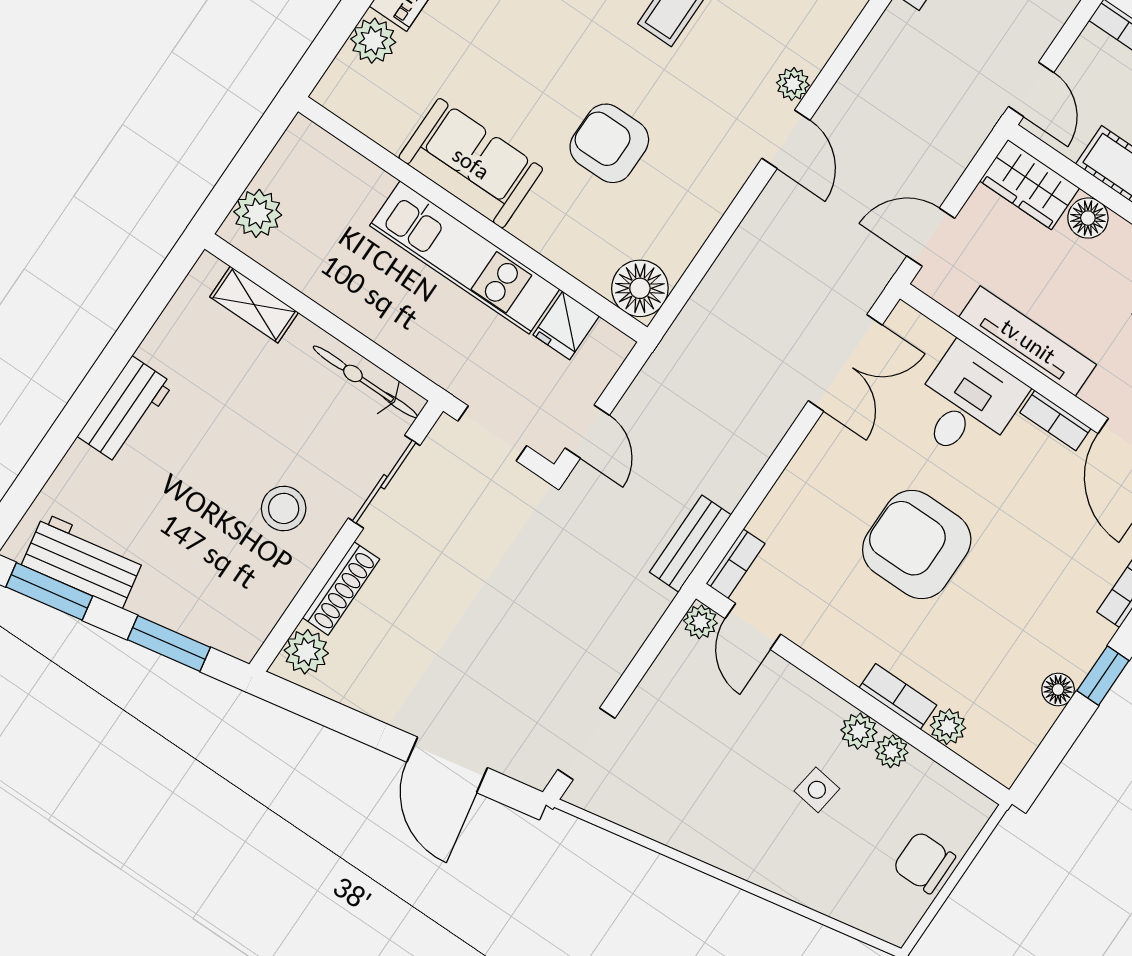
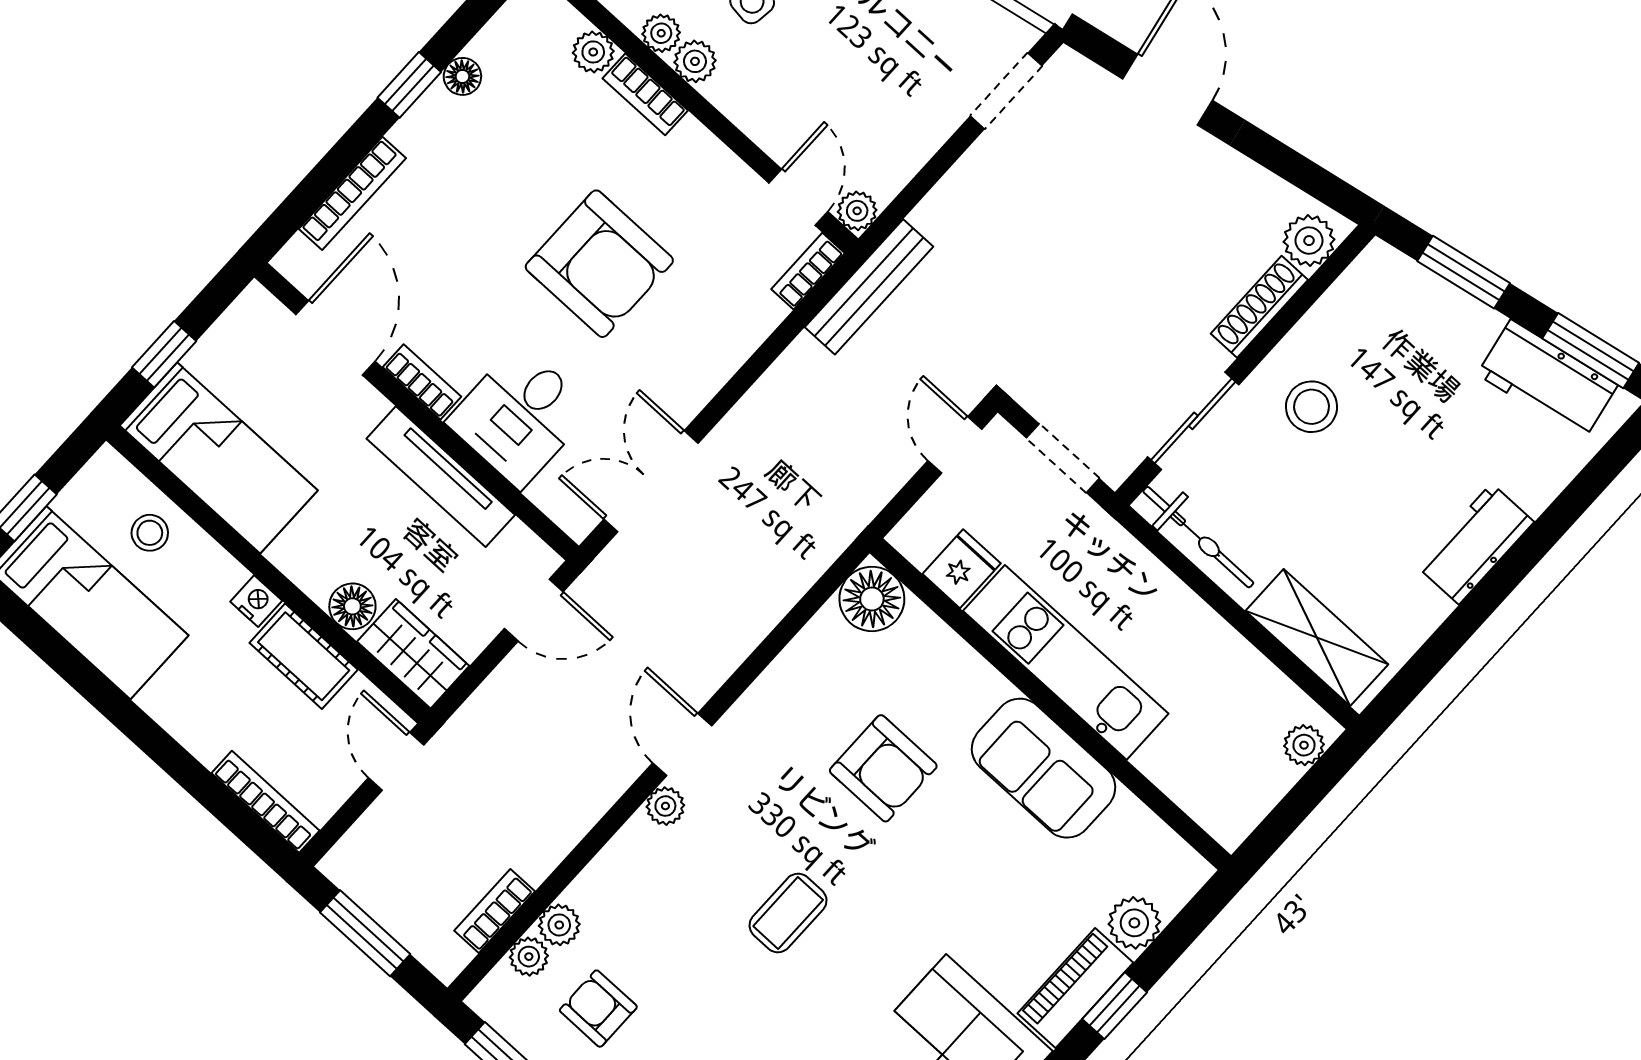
plant: (258, 213) -> (1304, 745), width x0.73, depth x0.73
shelving: (254, 305) -> (1317, 638), width x1.50, depth x1.33
bench: (690, 544) -> (869, 287), width x1.36

